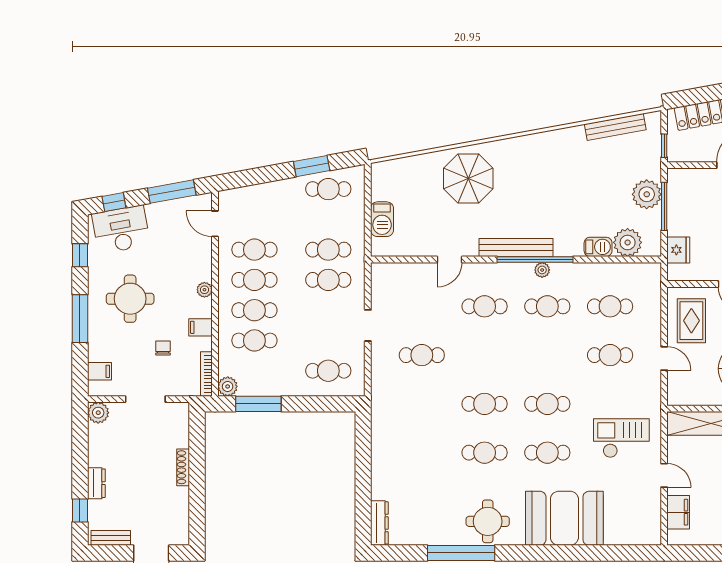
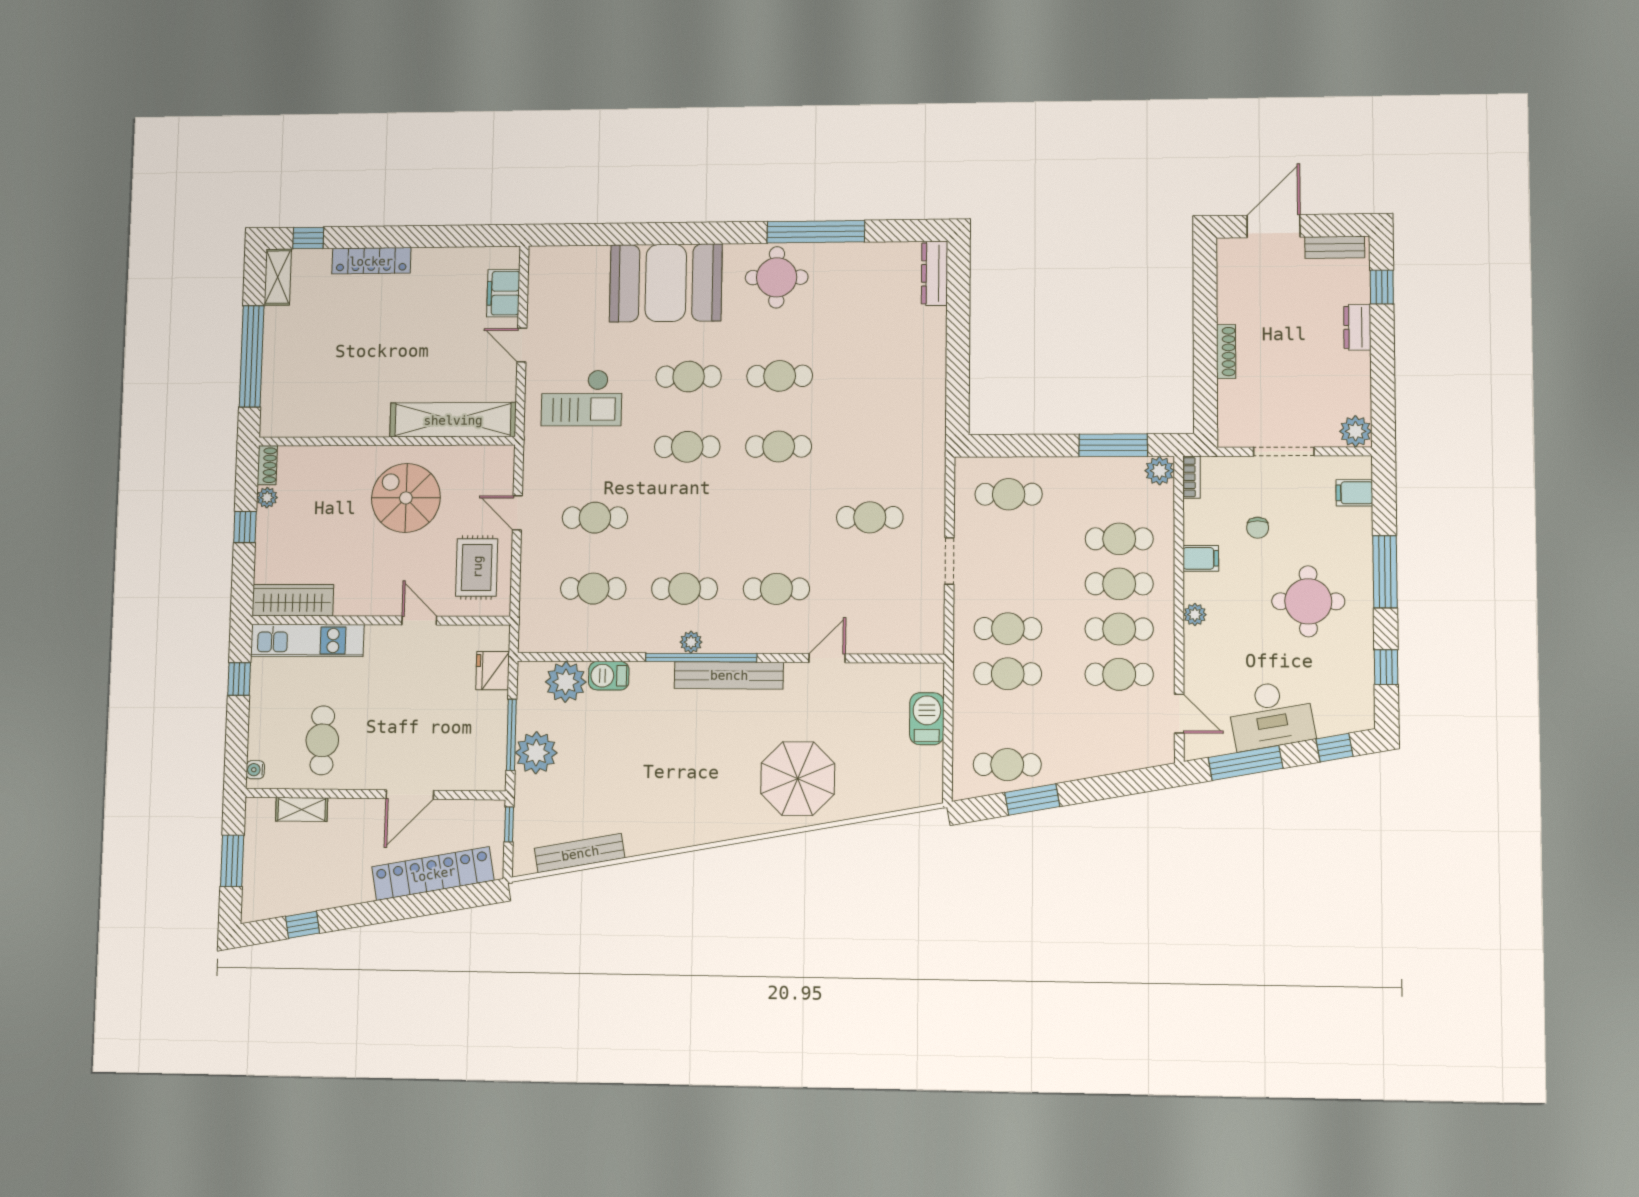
desk: (121, 230) -> (1271, 715), moved
bookcase: (206, 374) -> (1192, 477), width x0.64

